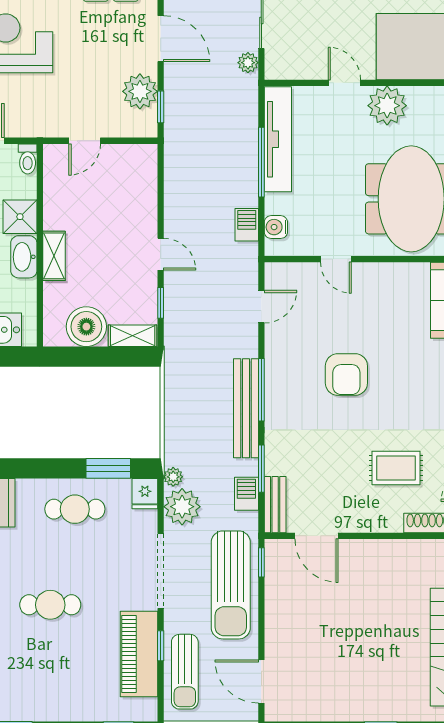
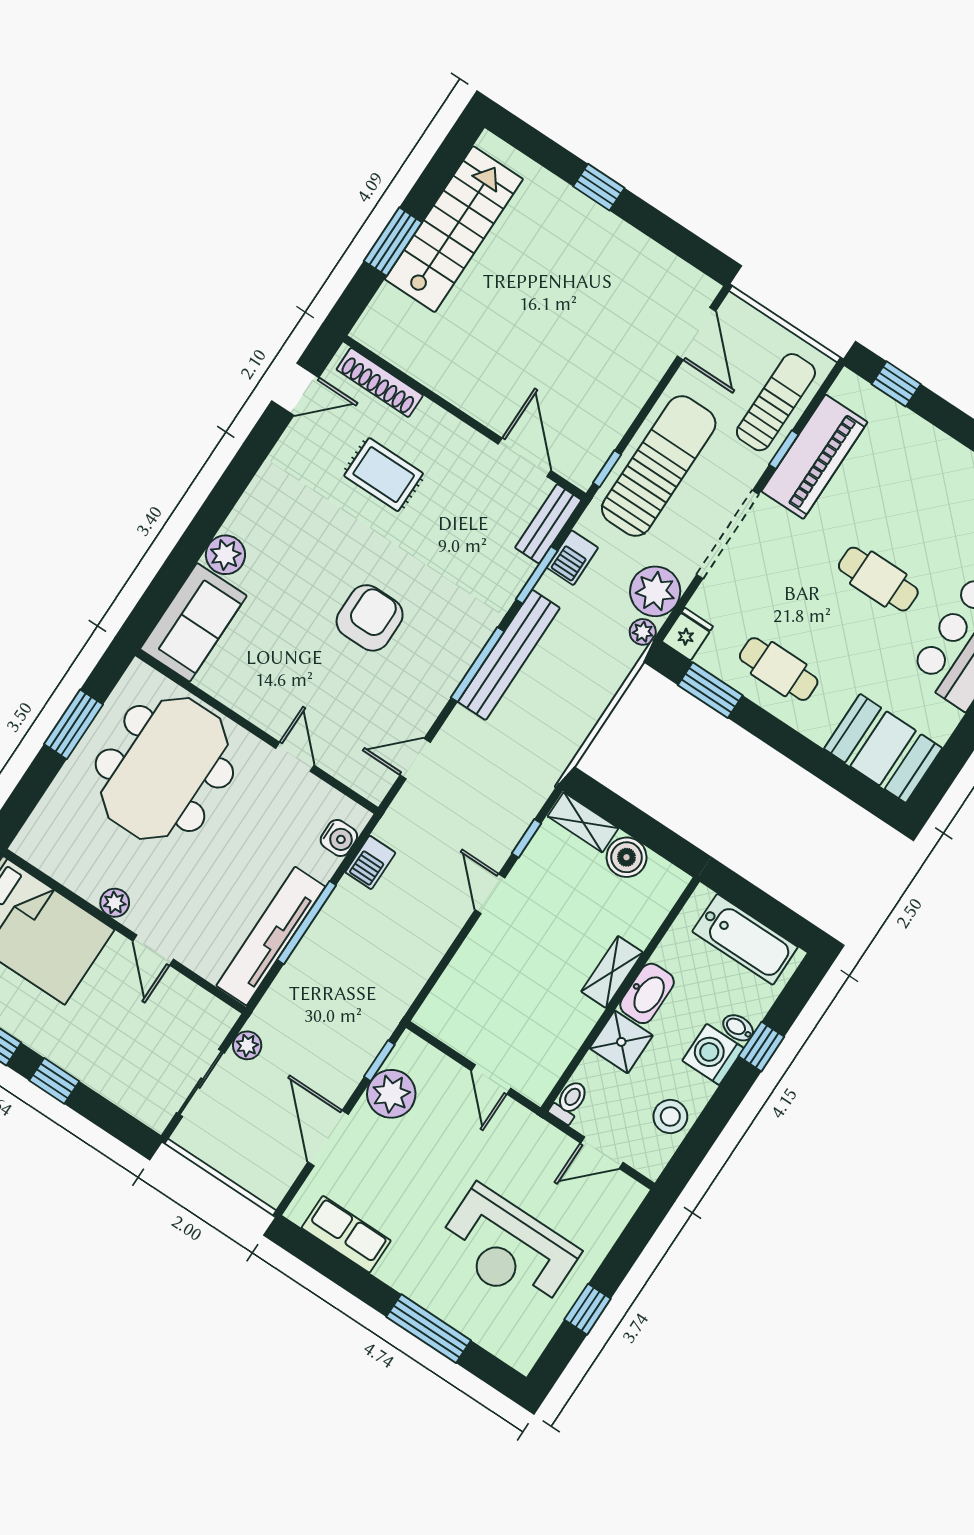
plant: (387, 106) -> (115, 903), width x0.53, depth x0.53
door: (85, 141) -> (491, 1079), swing flipped
boiler: (86, 327) -> (627, 857), width x0.73, depth x0.73

